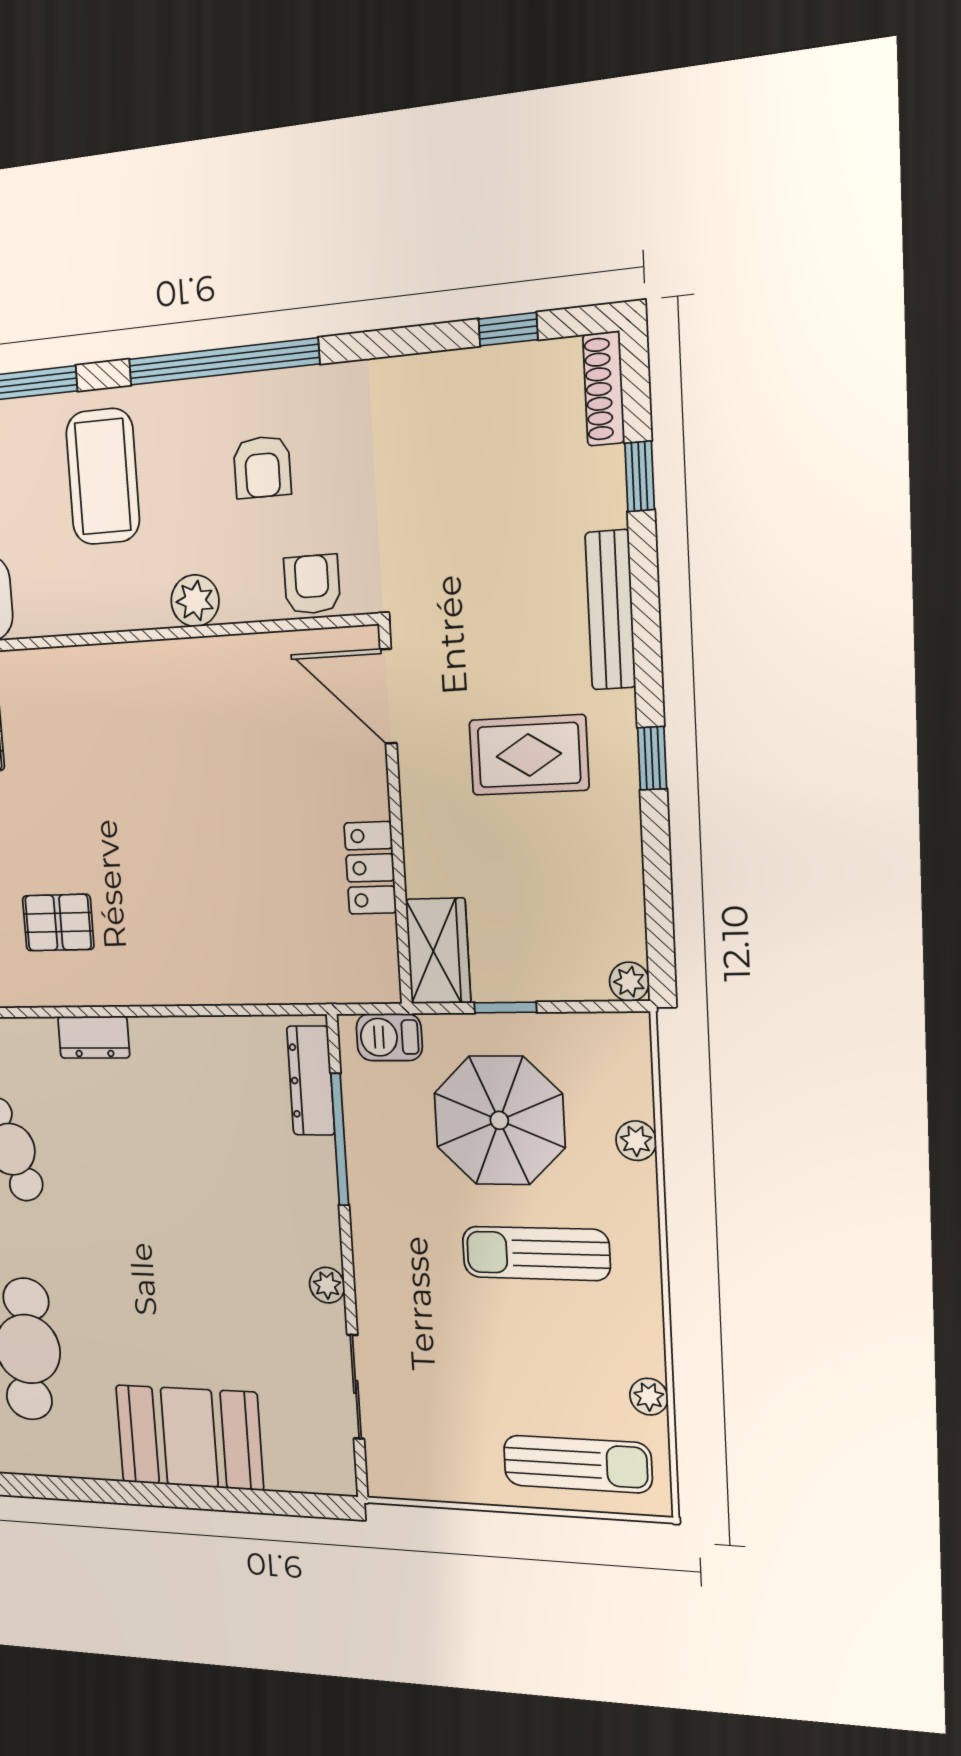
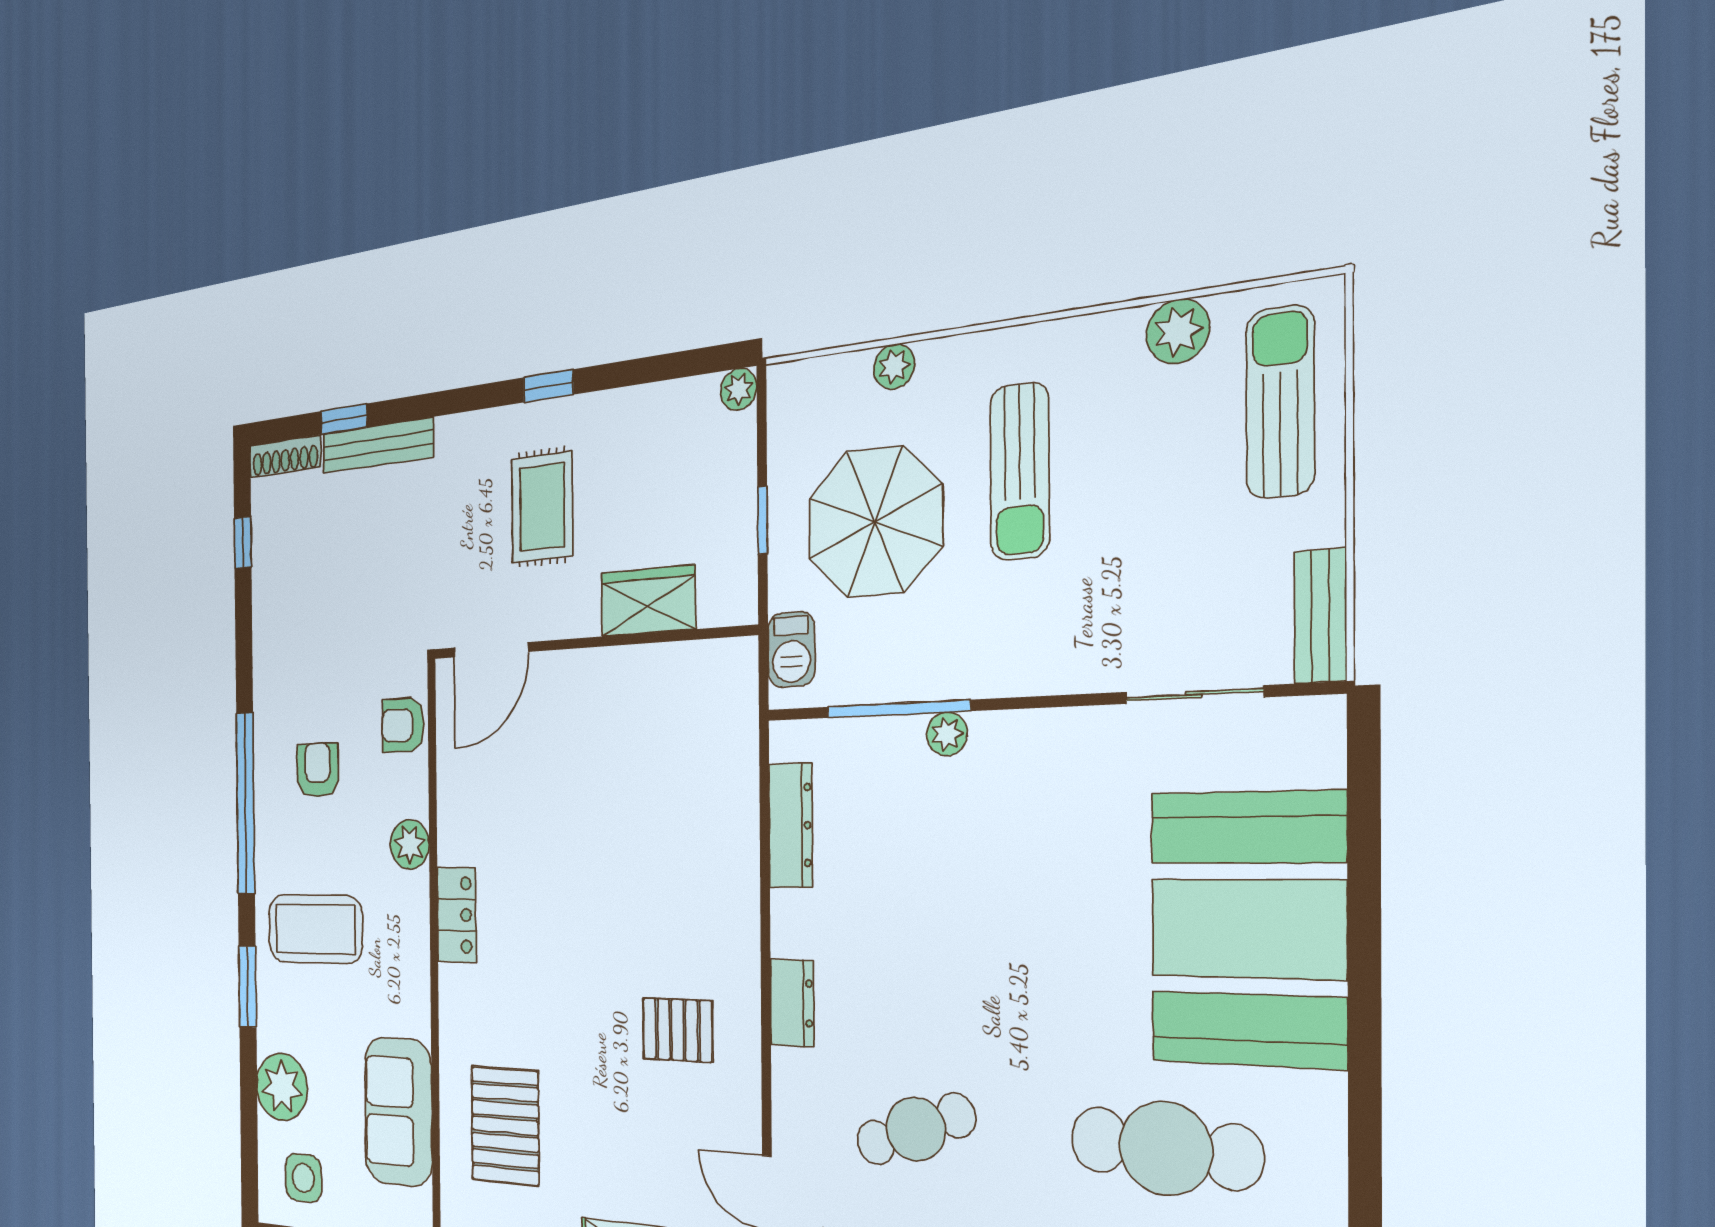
armchair: (262, 467) -> (318, 770), turned -90
bench: (610, 610) -> (378, 445), moved
locker: (370, 868) -> (456, 915), moved, turned -90
pallet: (58, 923) -> (678, 1030), turned 90
wardrobe: (438, 951) -> (648, 601), moved
dresser: (311, 1081) -> (791, 825), moved, turned -90
plant: (327, 1285) -> (947, 734), moved
plant: (649, 1397) -> (1178, 331), width x1.38, depth x1.38
booth: (189, 1437) -> (1248, 929), width x1.36, depth x1.42
bench: (415, 1482) -> (1320, 616), added

